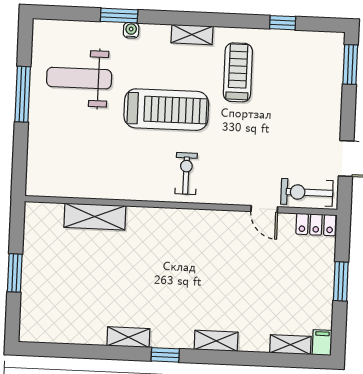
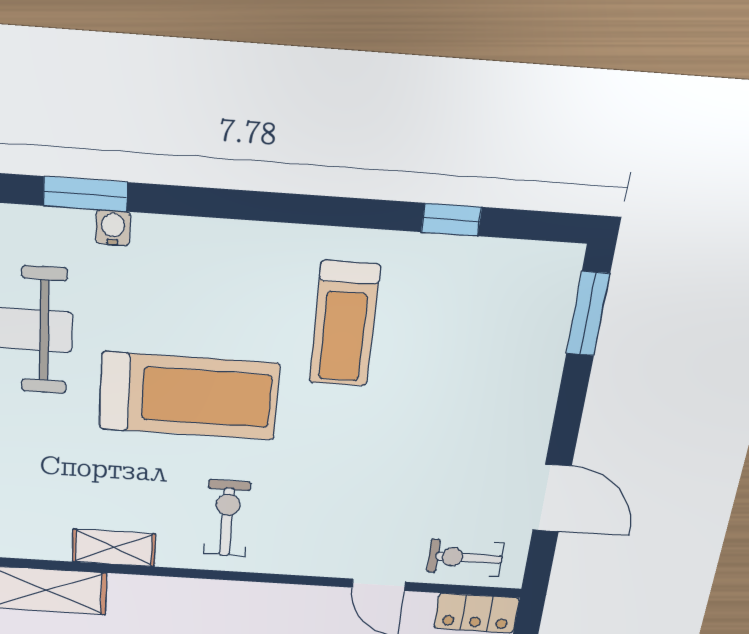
shelving: (192, 35) -> (114, 548), moved
treadmill: (238, 72) -> (344, 324), turned 180
exercise bike: (307, 192) -> (465, 558), width x0.73, depth x0.72

